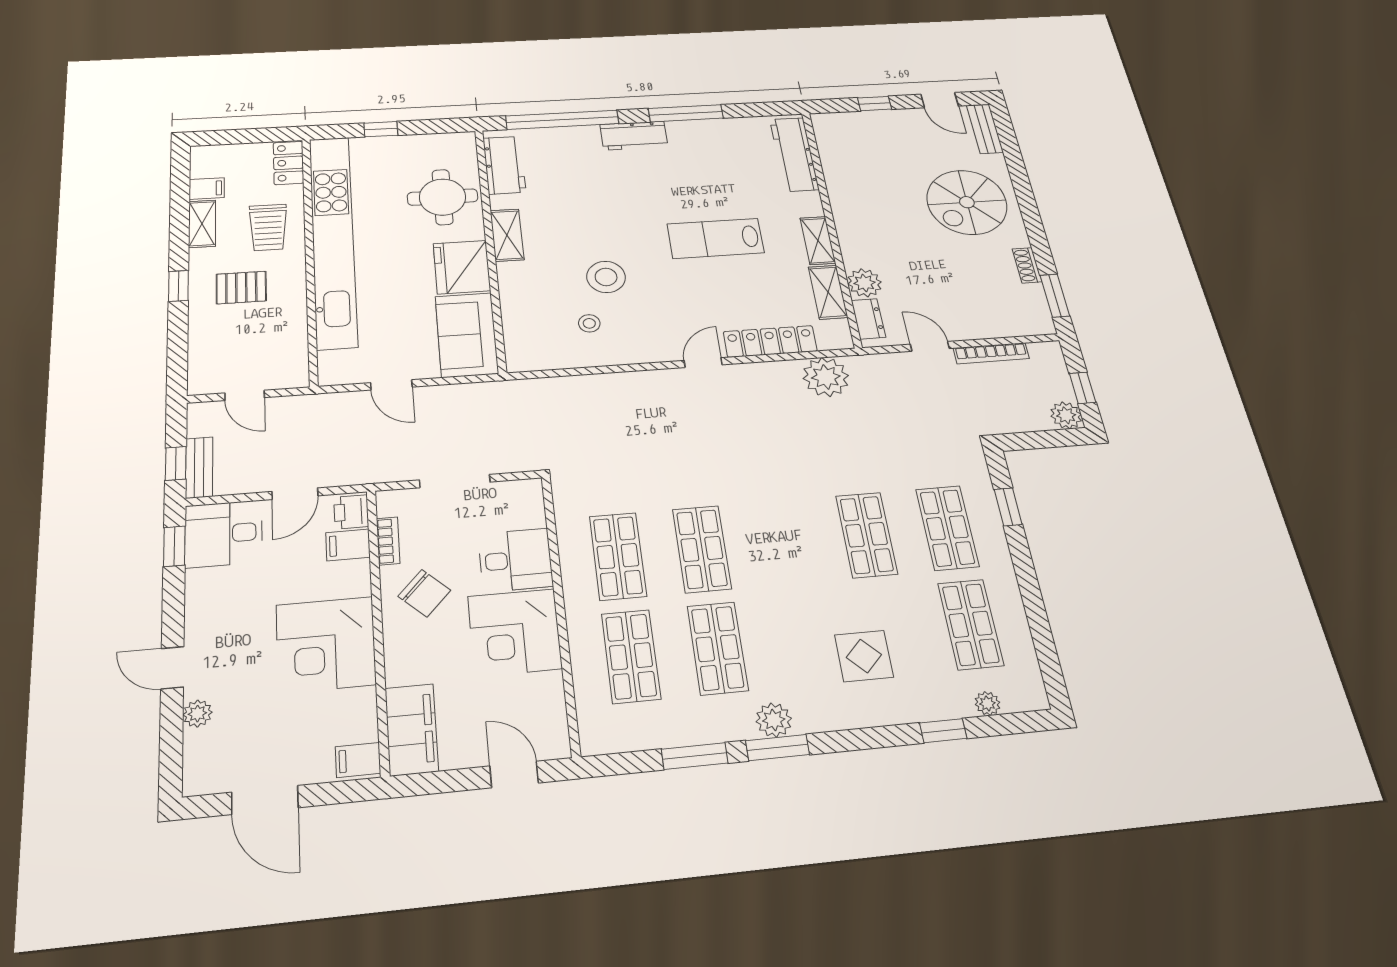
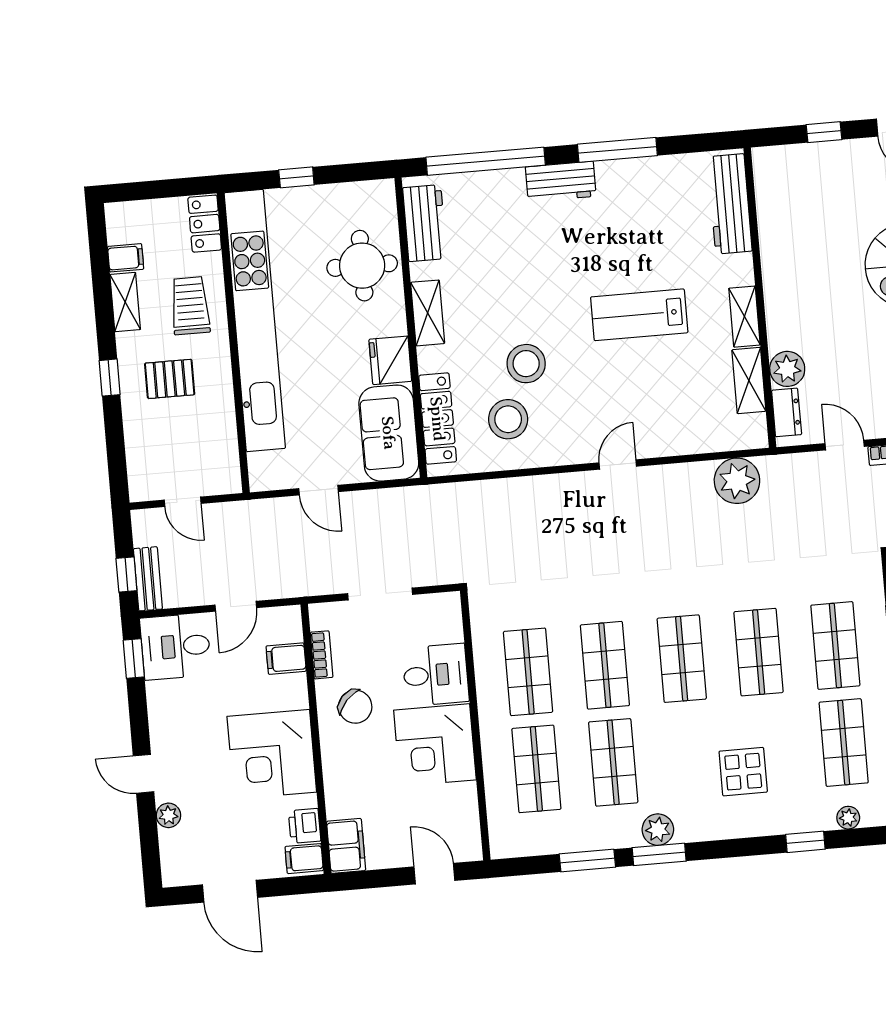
trolley: (268, 227) -> (190, 306), turned 180
fridge: (462, 267) -> (390, 360), width x0.73, depth x0.75
stool: (589, 323) -> (508, 419), width x1.89, depth x1.89
locker: (770, 341) -> (438, 419), moved, turned 90
printer: (351, 512) -> (305, 826), moved
shop shelf: (785, 542) -> (682, 659), added
filing cabinet: (412, 729) -> (346, 846), width x0.67, depth x0.86

